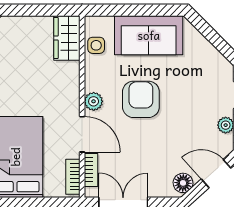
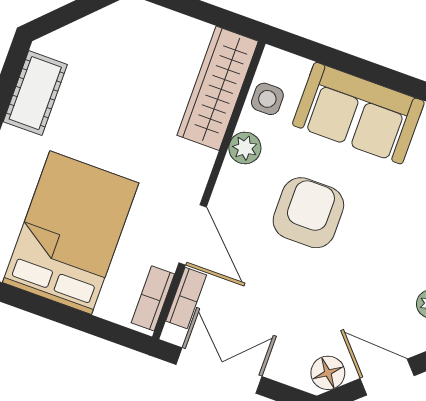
wardrobe: (67, 38) -> (218, 88), width x1.50
plant: (94, 101) -> (245, 148), moved

